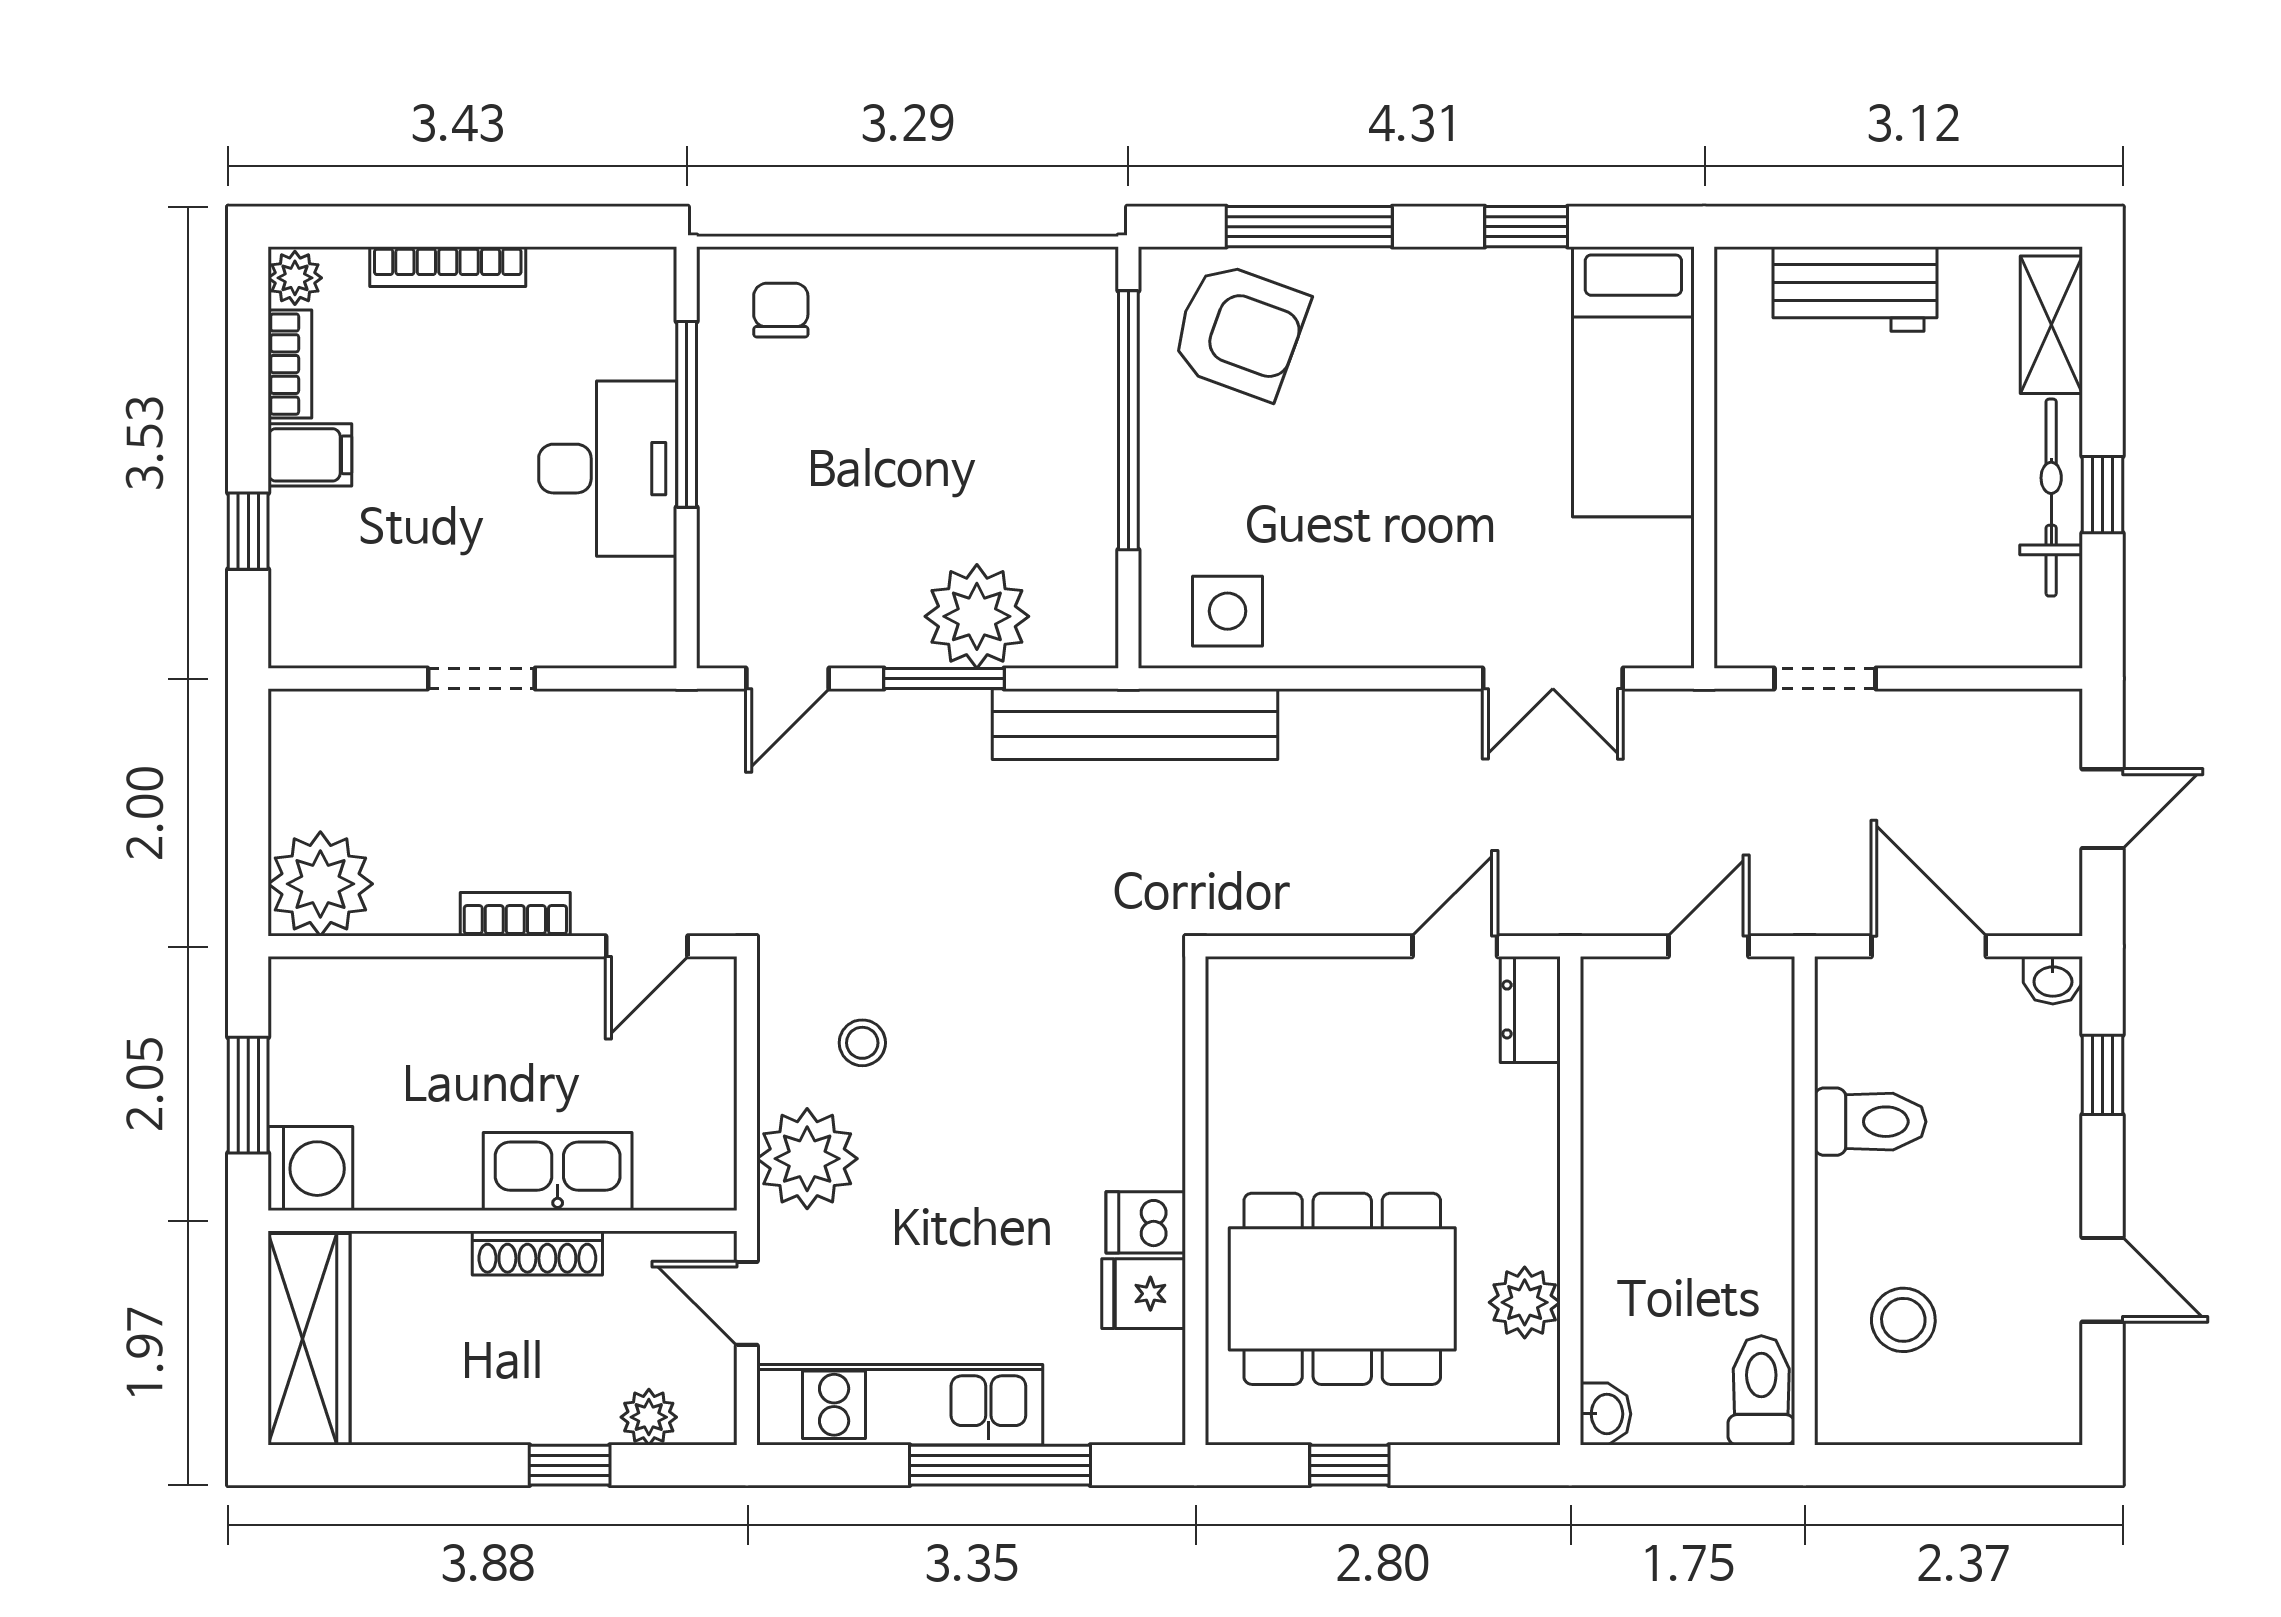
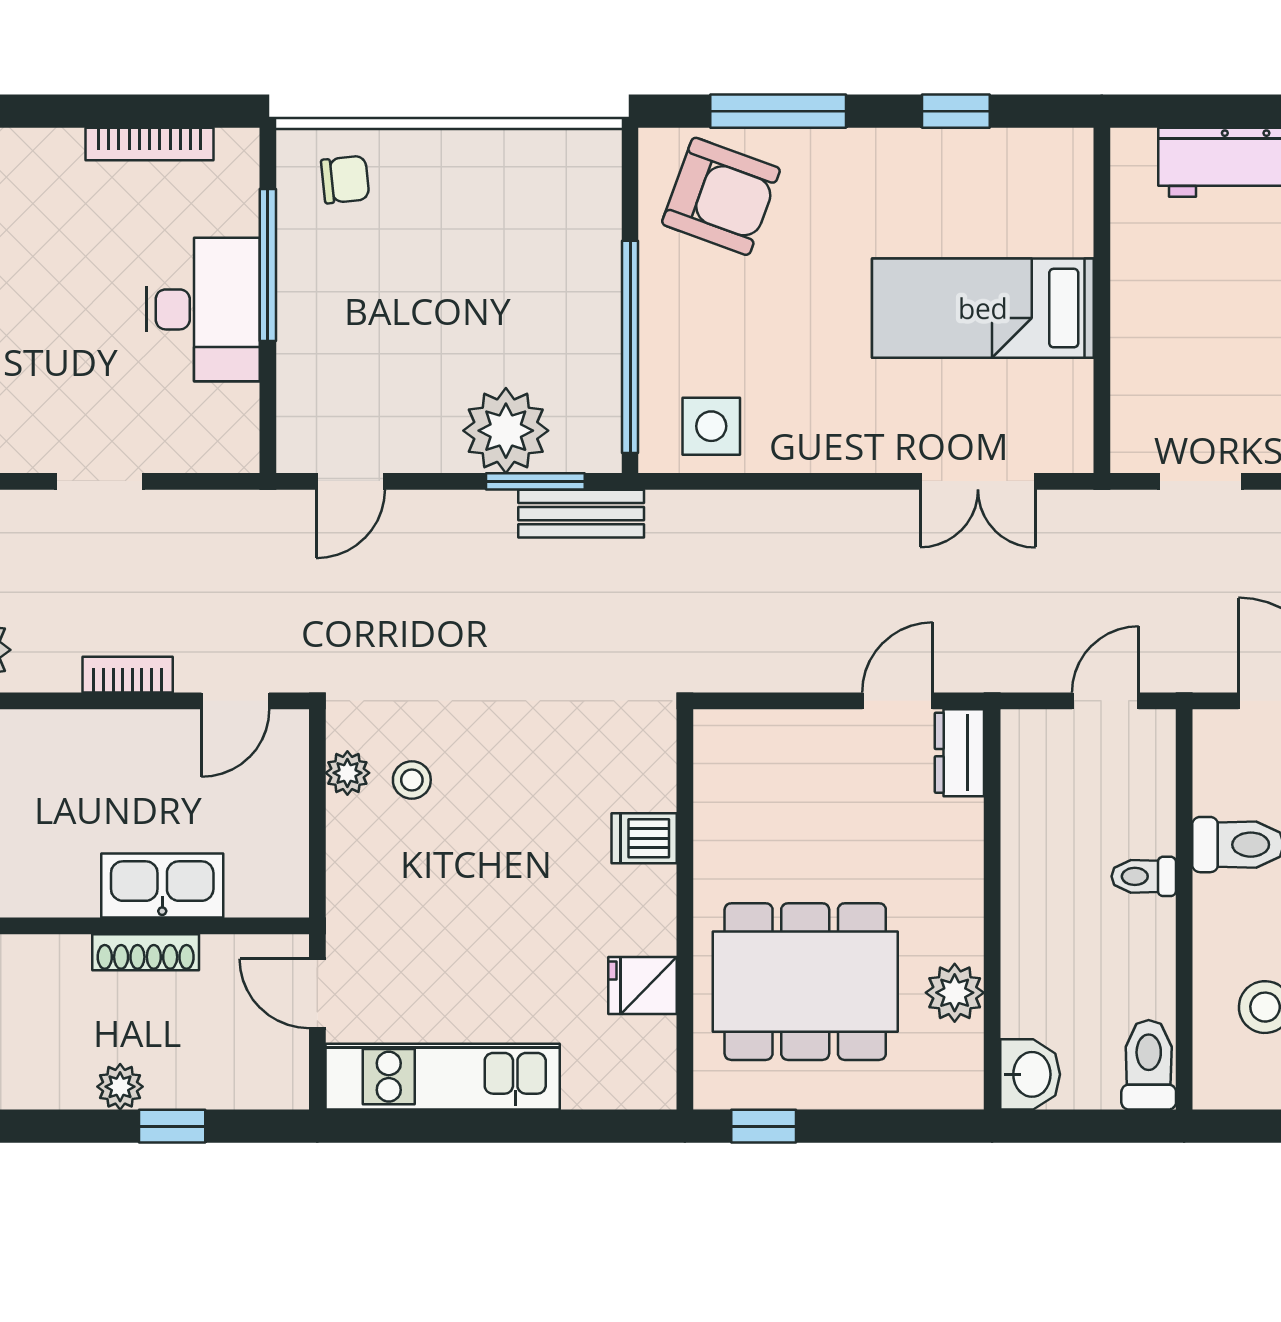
bookcase: (448, 267) -> (150, 144), moved
chair: (781, 310) -> (345, 179), turned 84
bed: (1633, 382) -> (983, 308), moved, turned 90
window: (1128, 420) -> (630, 347), moved
window: (944, 679) -> (535, 481), moved
bench: (1135, 724) -> (581, 514), width x0.54, depth x0.82
plant: (807, 1159) -> (347, 773), moved, width x0.53, depth x0.53
toilet: (1755, 1160) -> (1144, 876), added
dishwasher: (1146, 1222) -> (644, 838), moved
washbasin: (1605, 1414) -> (1030, 1074), width x1.38, depth x1.45
plant: (649, 1417) -> (120, 1087), moved
window: (1000, 1465) -> (525, 1126), removed
window: (1349, 1465) -> (764, 1126), moved

